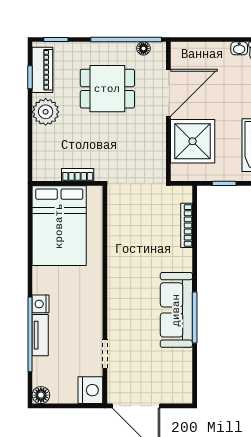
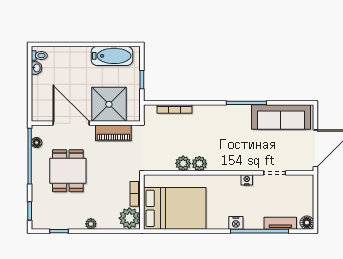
piano: (42, 70) -> (113, 133), moved, turned 180
plant: (46, 112) -> (91, 224), width x0.53, depth x0.53
plant: (47, 168) -> (129, 218), added
plant: (117, 236) -> (183, 163), added
plant: (117, 257) -> (199, 164), added
sofa: (176, 310) -> (281, 117), moved
tv unit: (40, 335) -> (280, 223), moved
nightstand: (90, 390) -> (247, 180), moved, width x0.53, depth x0.56

